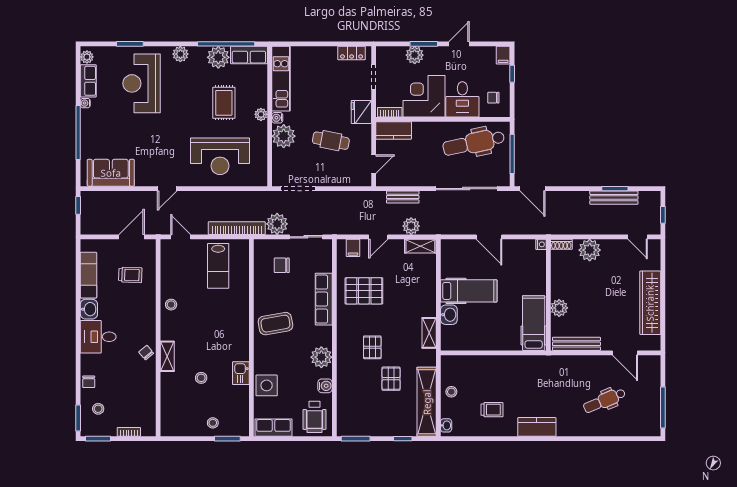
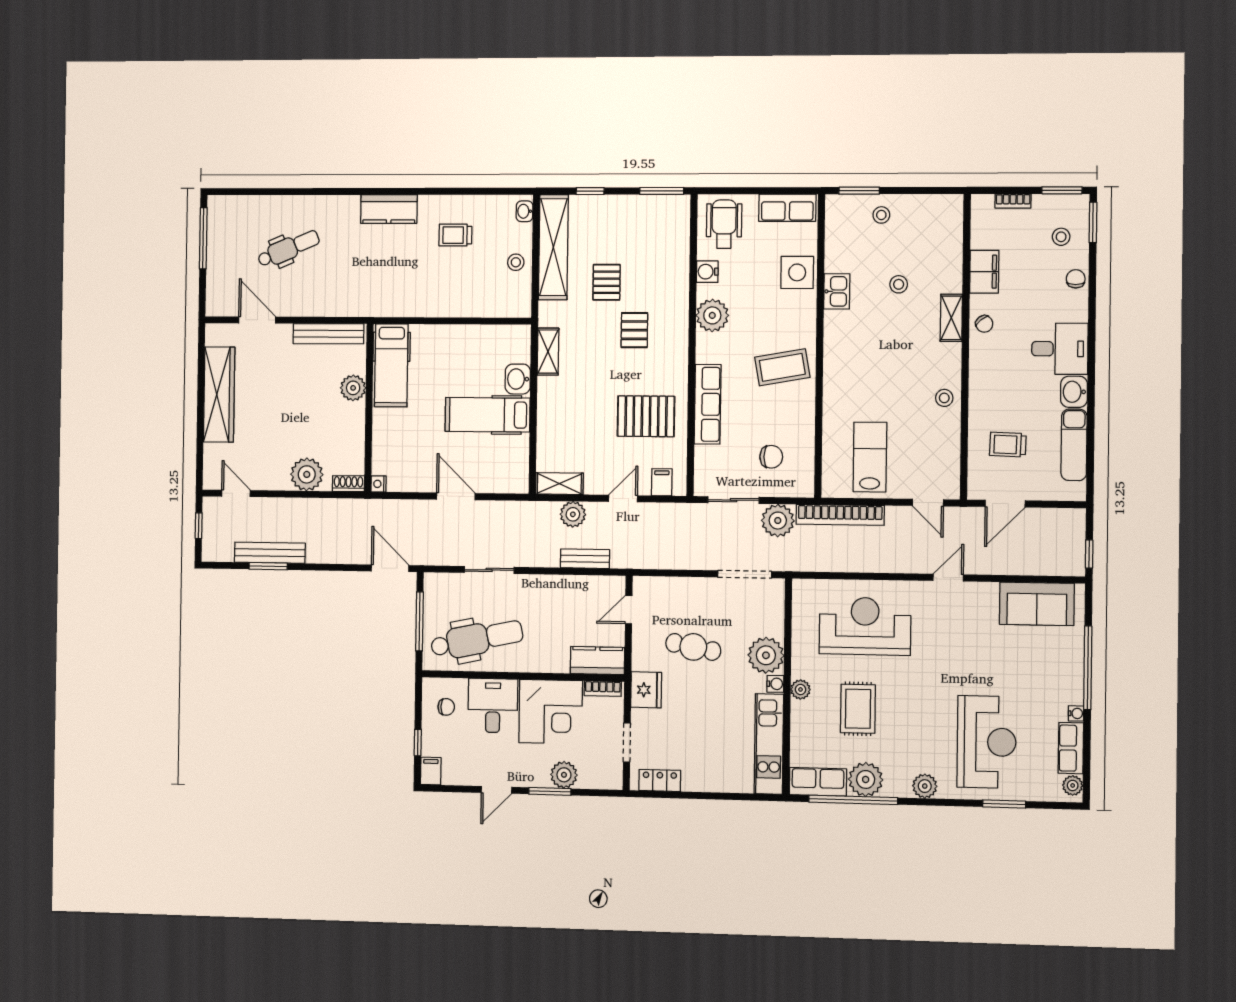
sliding door: (466, 189) -> (489, 570), width x0.54
filing cabinet: (147, 386) -> (984, 272), added

